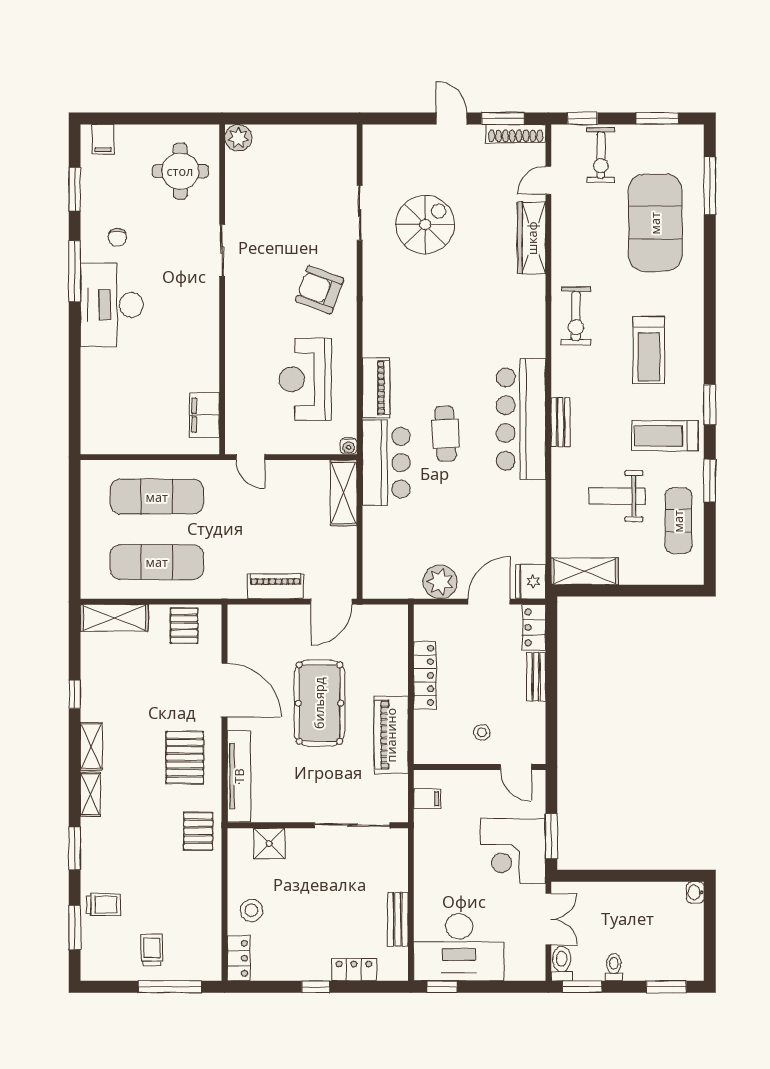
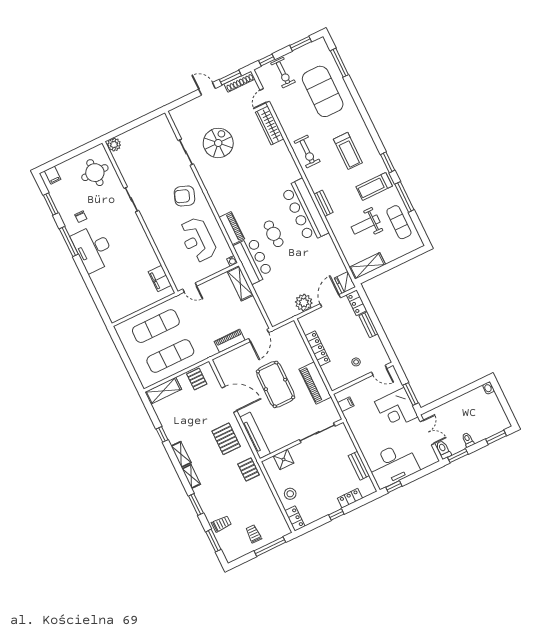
window: (710, 481) -> (404, 197), width x1.44

